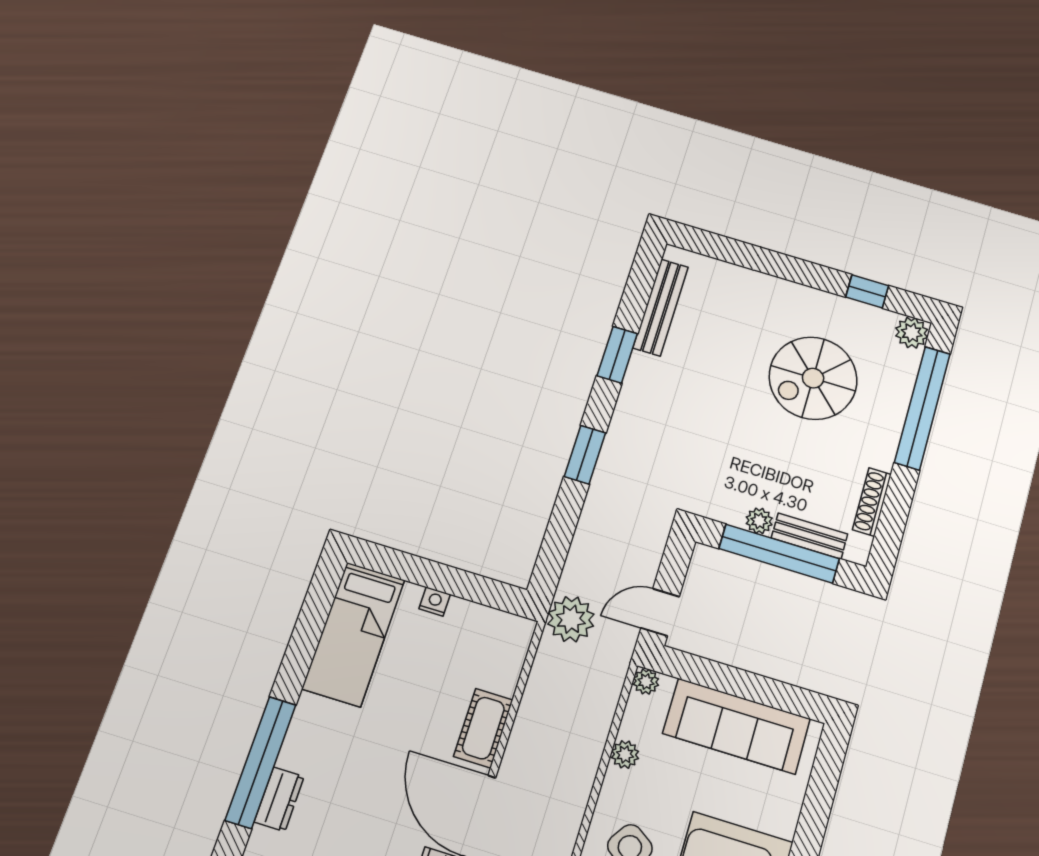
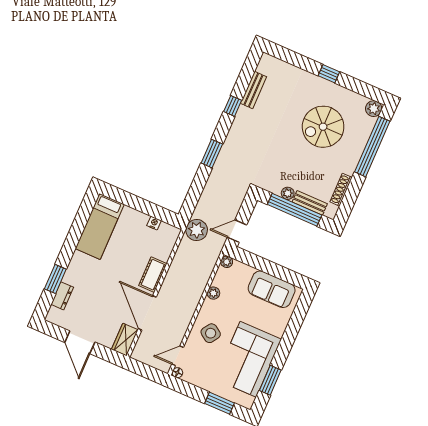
window: (867, 291) -> (329, 74), moved
bench: (661, 307) -> (253, 90), width x0.73
window: (617, 355) -> (233, 106), width x0.67
nightstand: (435, 601) -> (154, 223), moved
sofa: (737, 726) -> (272, 289), width x0.73
window: (261, 762) -> (55, 279), width x0.47

